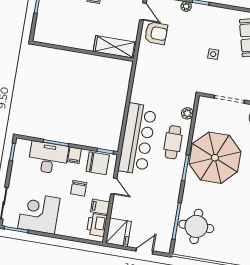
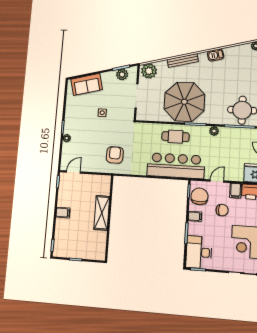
armchair: (156, 33) -> (115, 155), moved
shelving: (115, 47) -> (102, 213), moved
plant: (187, 113) -> (214, 131), moved
desk: (48, 158) -> (199, 252), moved

